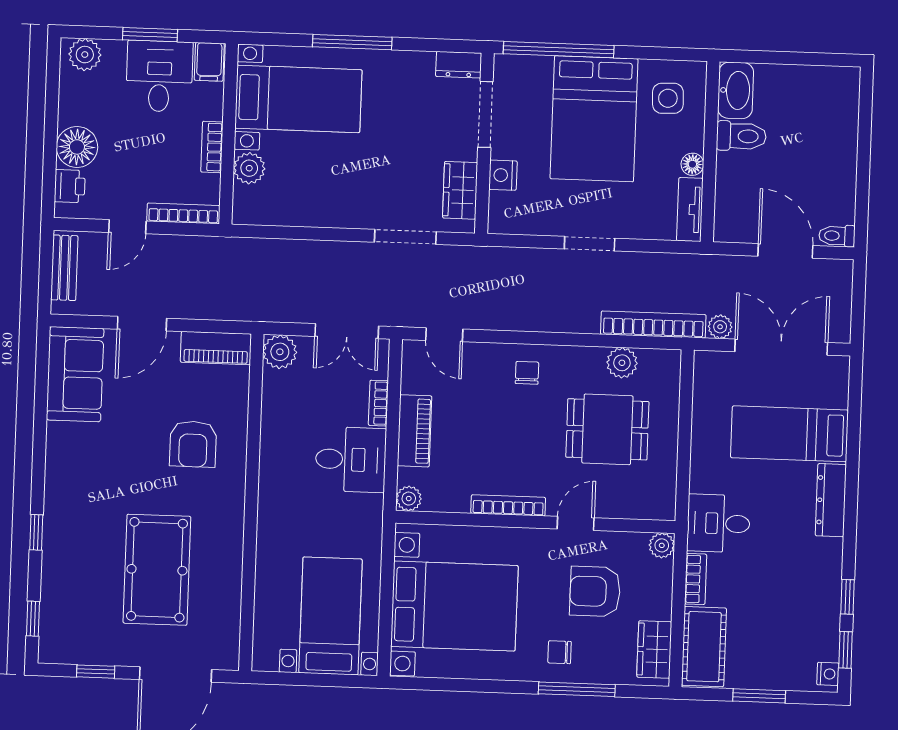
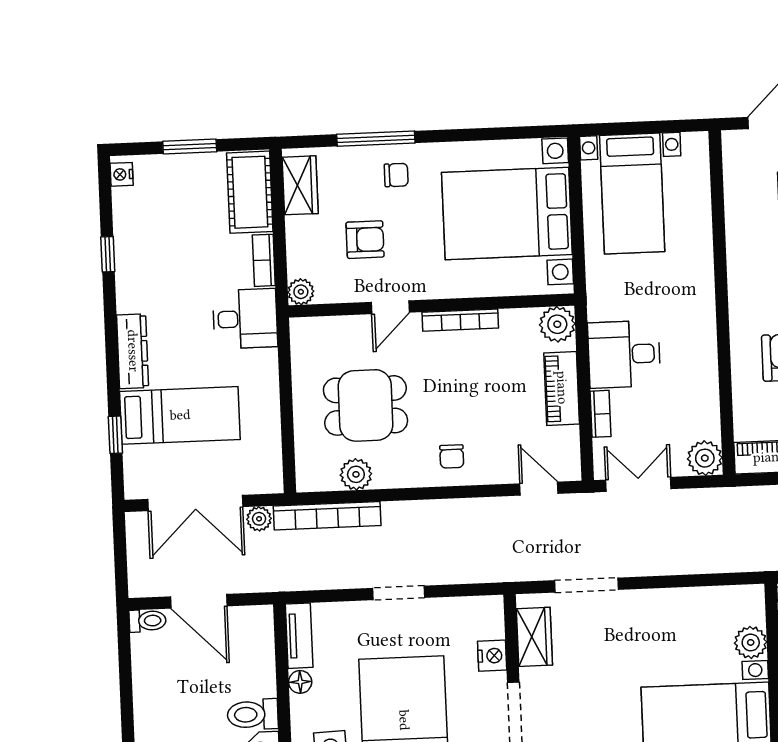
plant: (409, 499) -> (557, 324), width x1.38, depth x1.38
armchair: (595, 591) -> (365, 240), width x0.72, depth x0.72
window: (846, 650) -> (115, 435), moved

